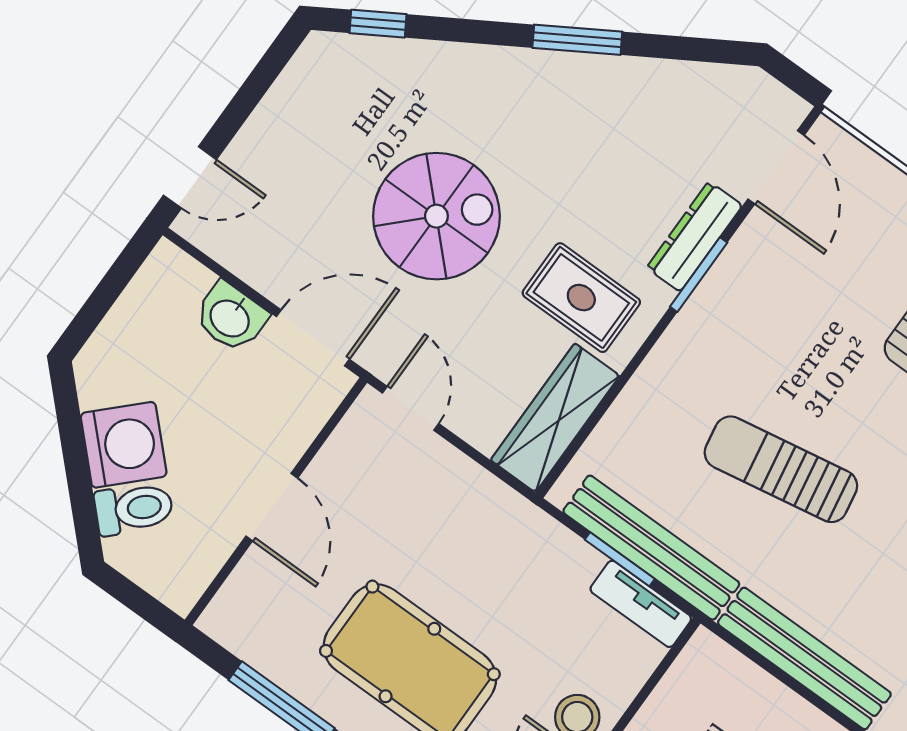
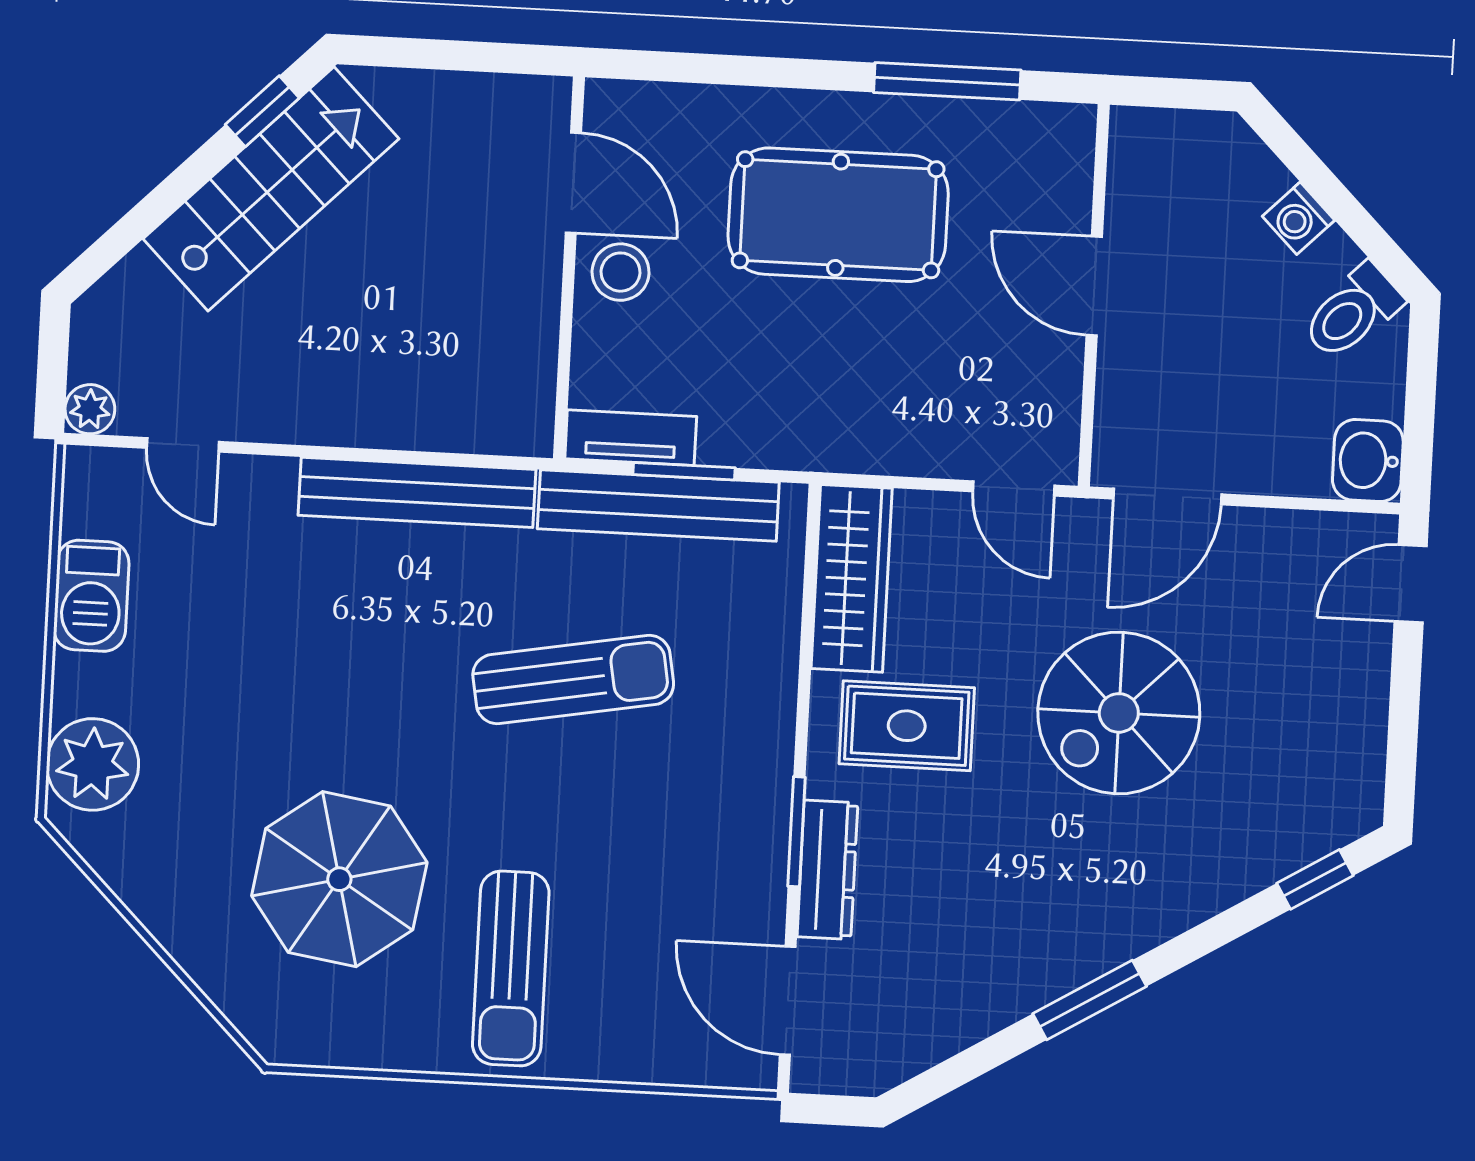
washbasin: (231, 317) -> (1368, 461), moved, turned -90
washing machine: (124, 445) -> (1298, 218), width x0.53, depth x0.53
toilet: (134, 509) -> (1352, 312), moved

